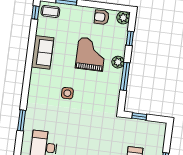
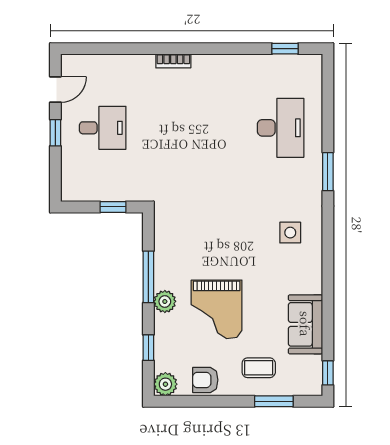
coffee table: (50, 11) -> (259, 368), moved
armchair: (102, 17) -> (205, 380), turned 180
sofa: (43, 52) -> (305, 324), moved
side table: (67, 93) -> (290, 233), moved

